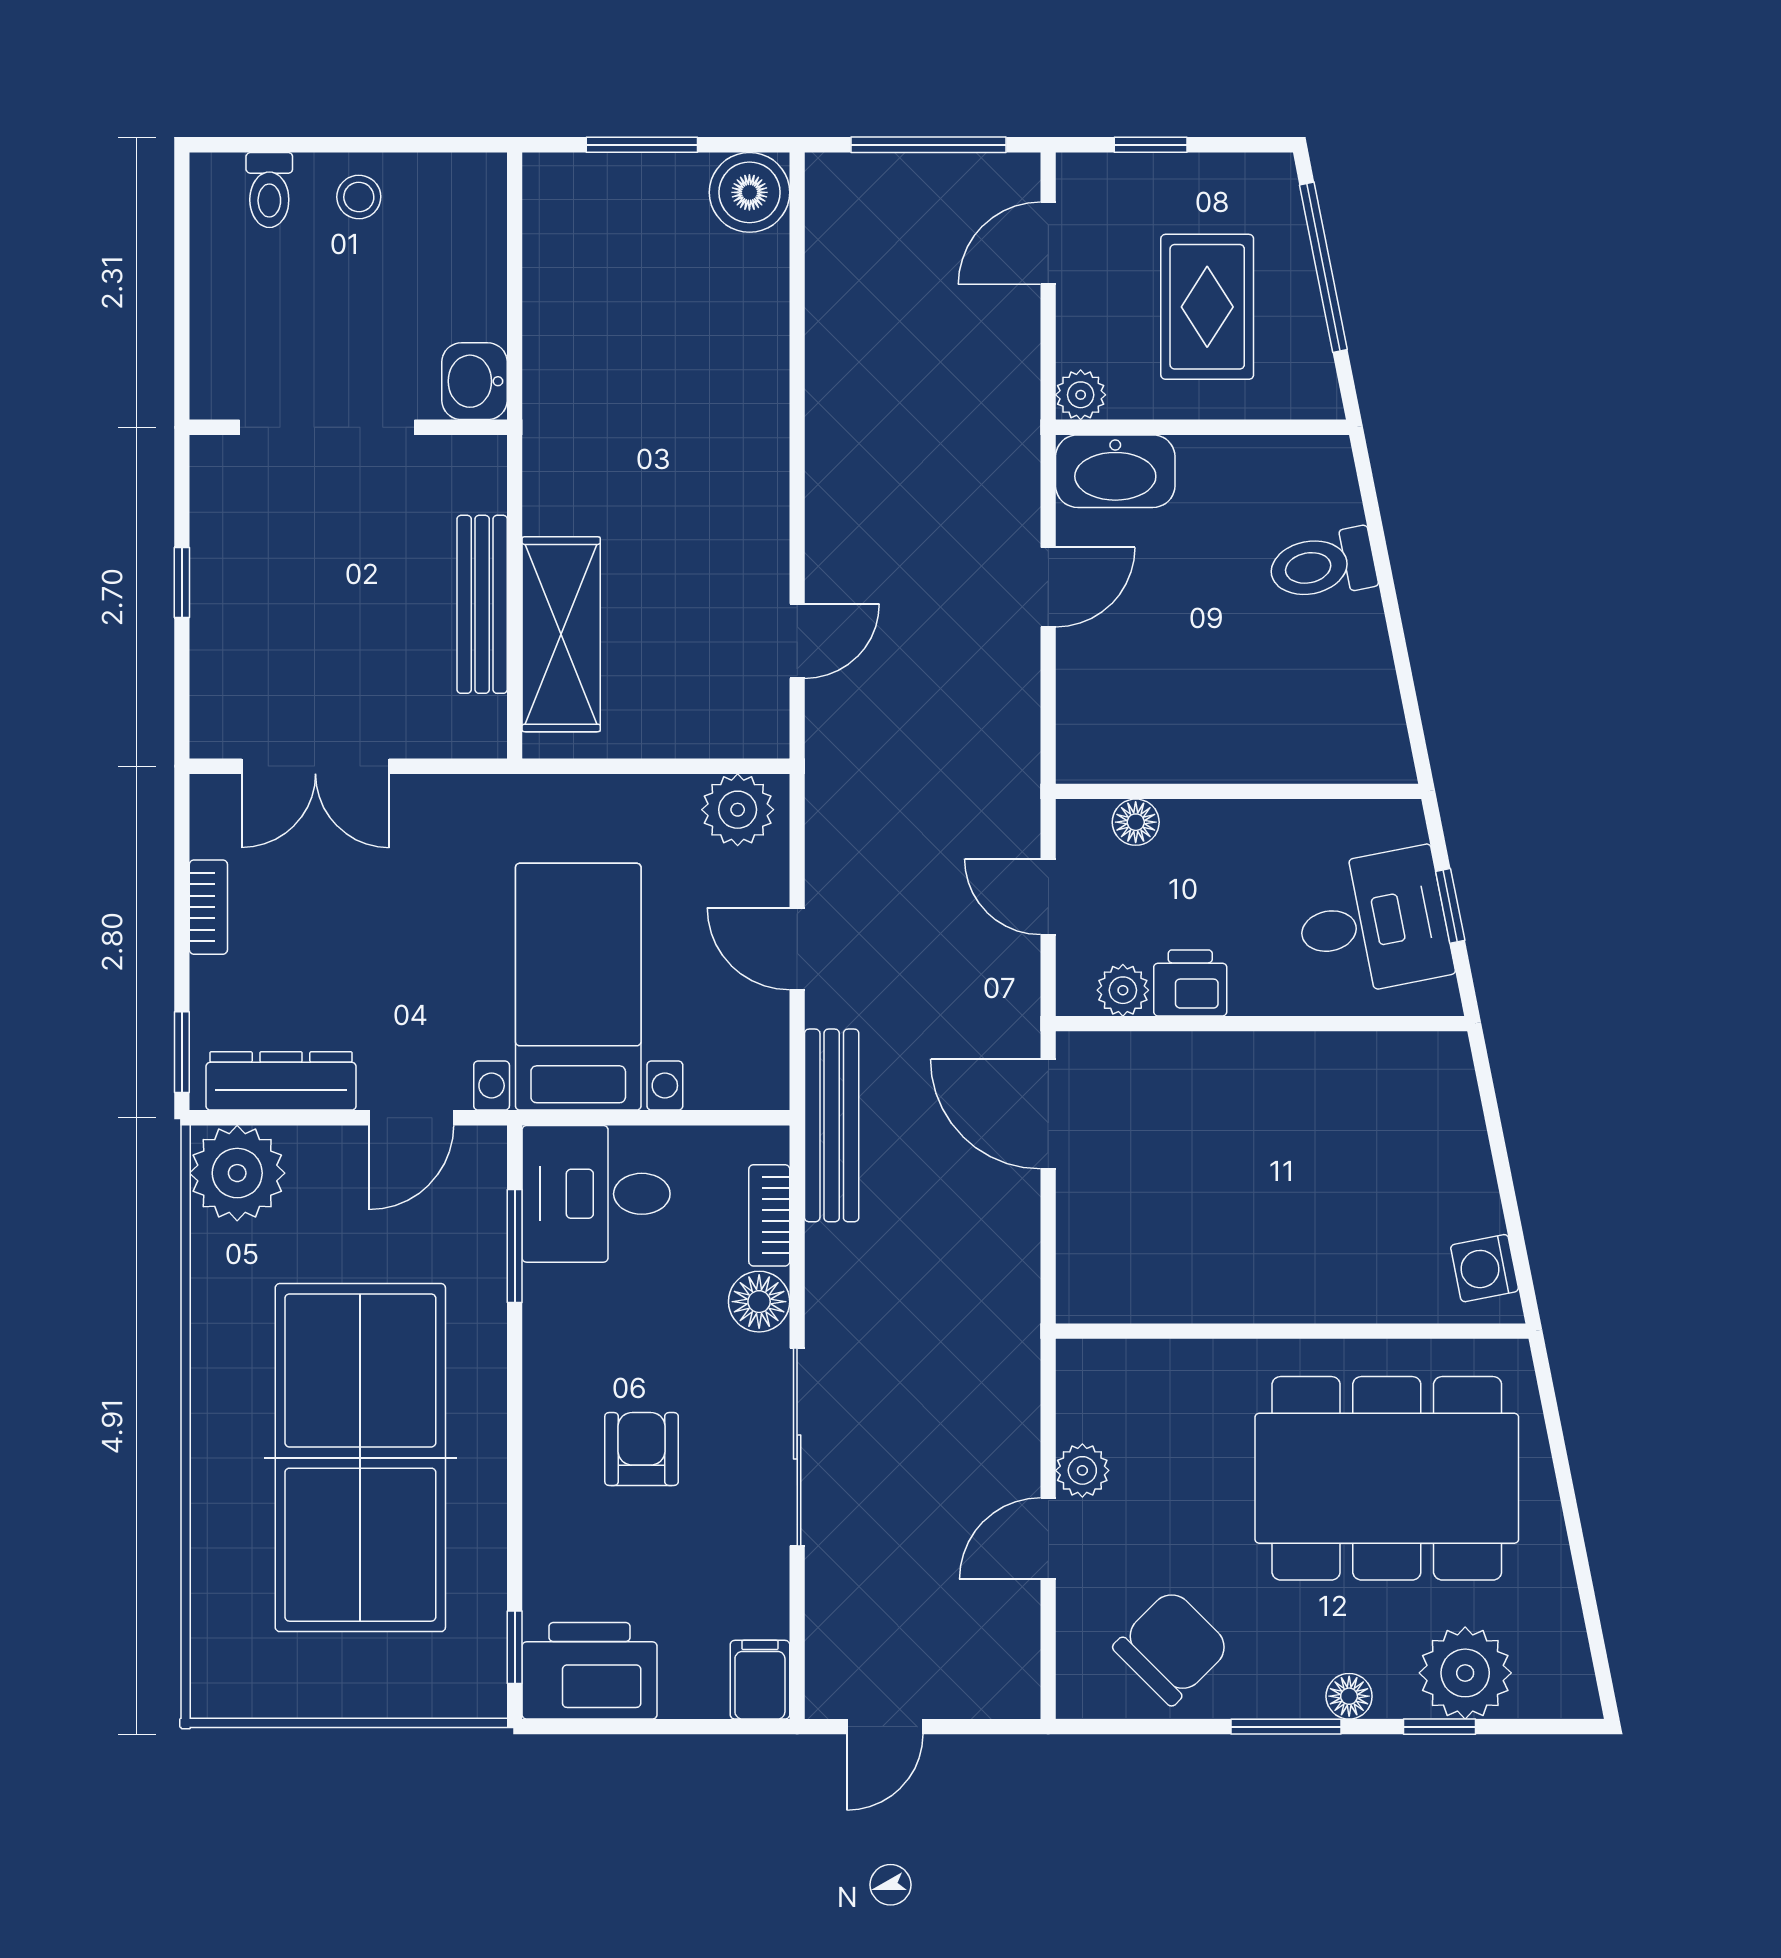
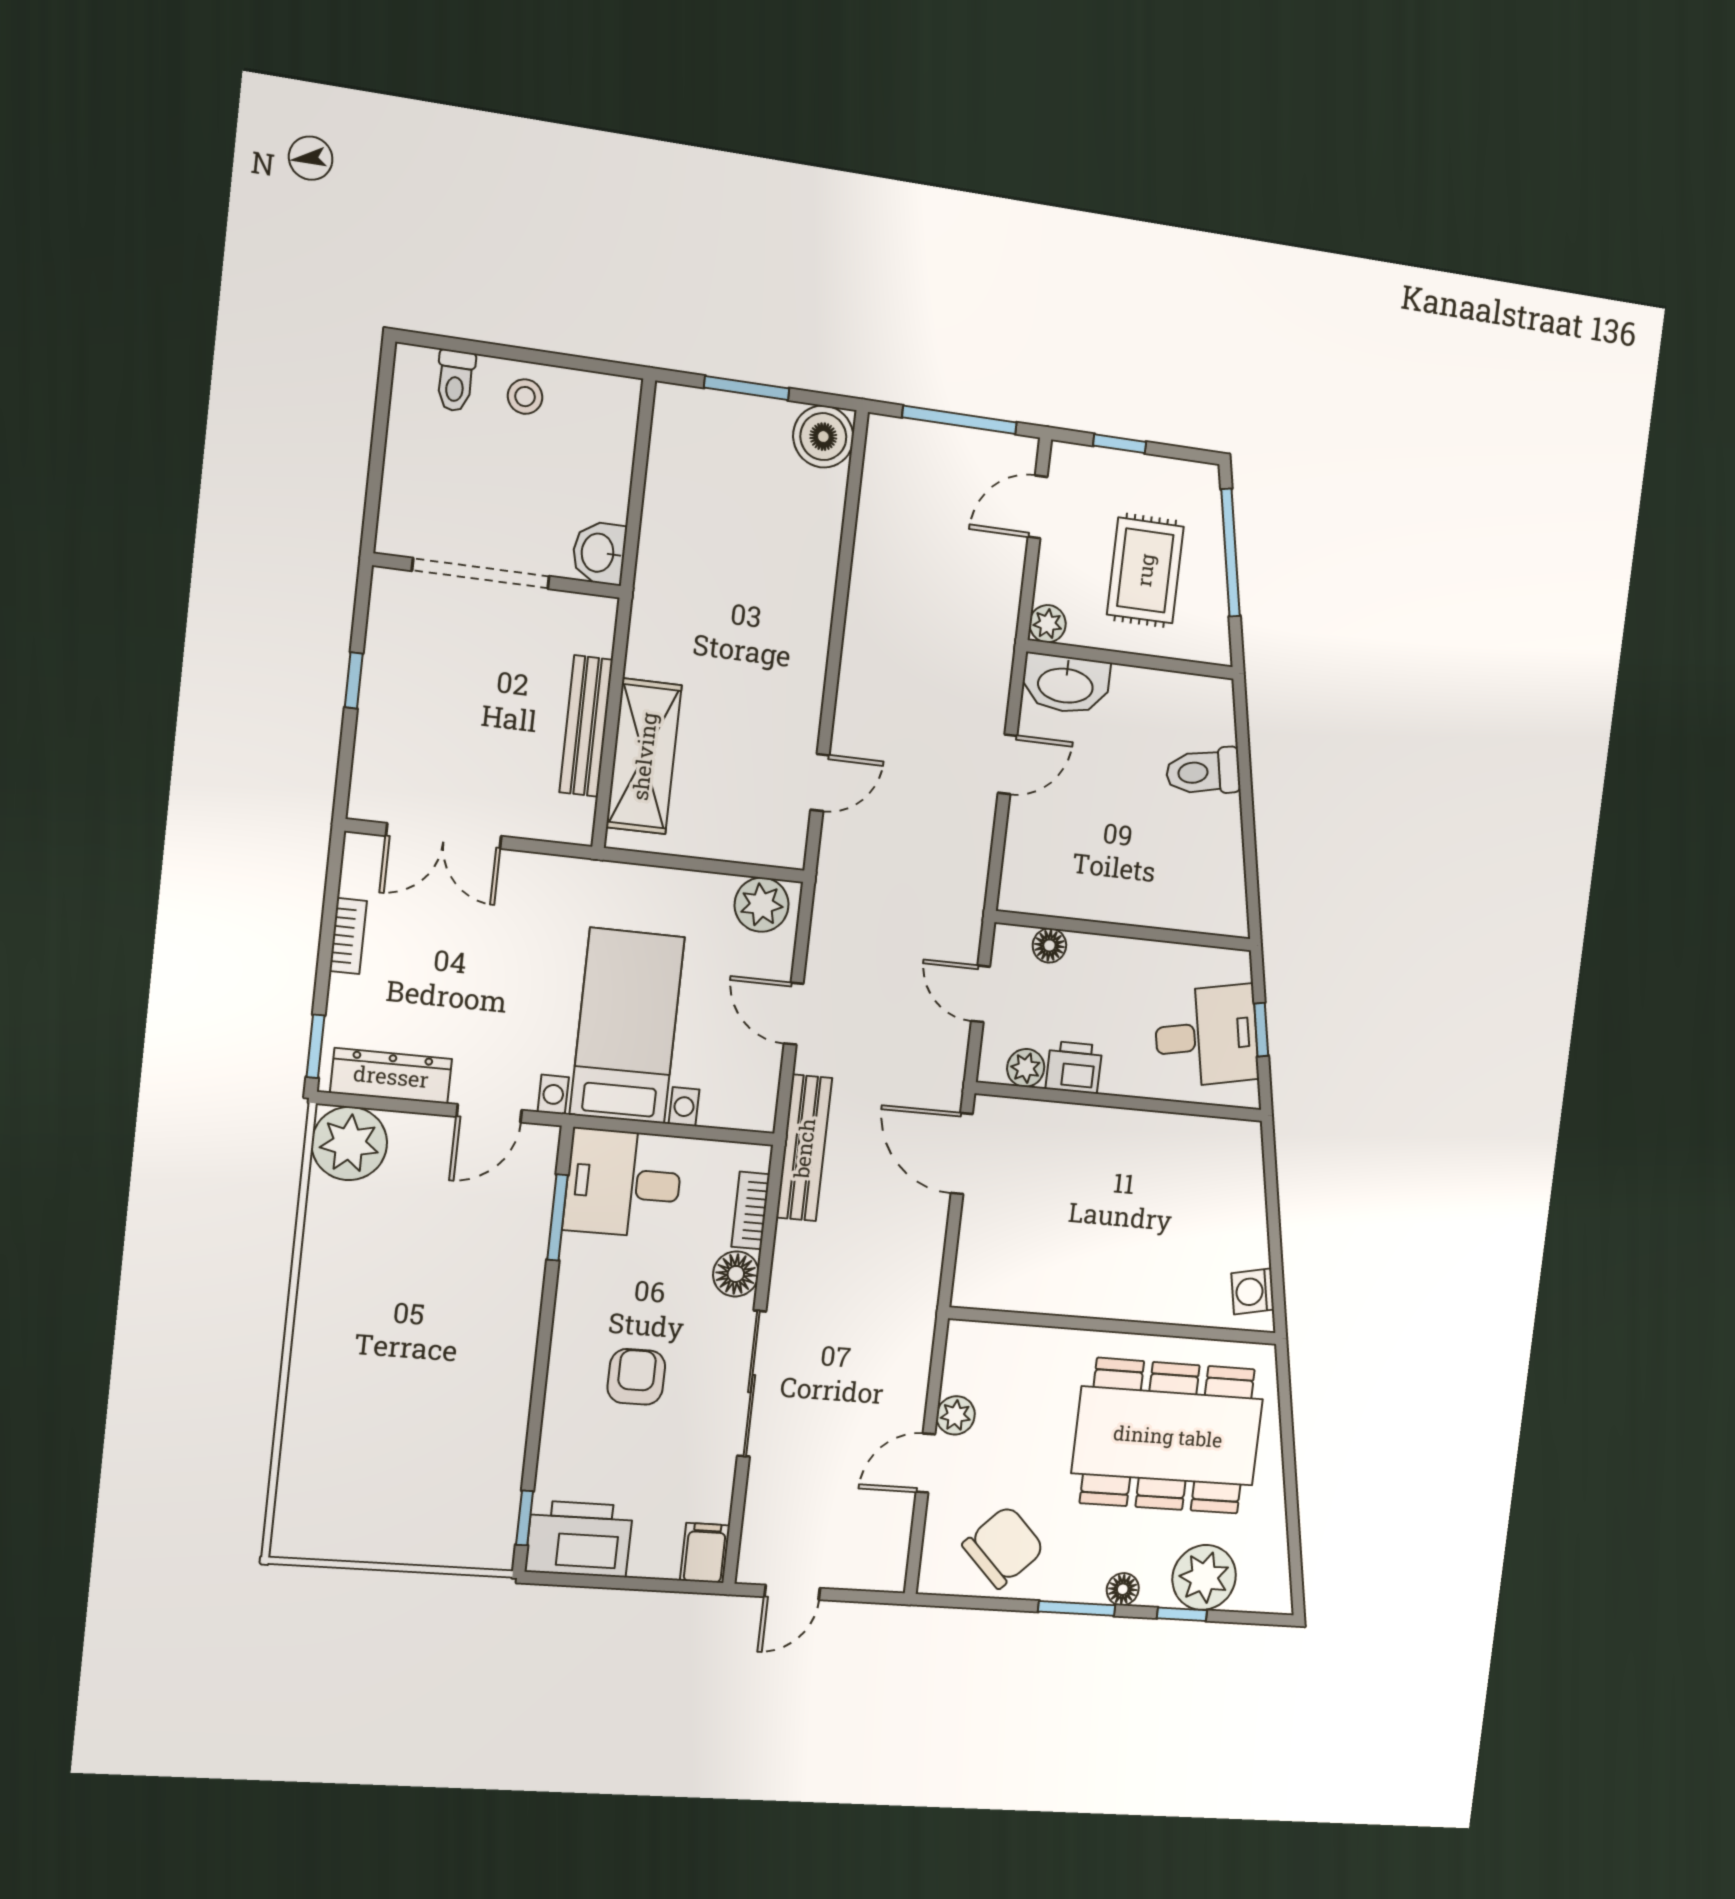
table tennis table: (360, 1458) -> (422, 1368), removed

